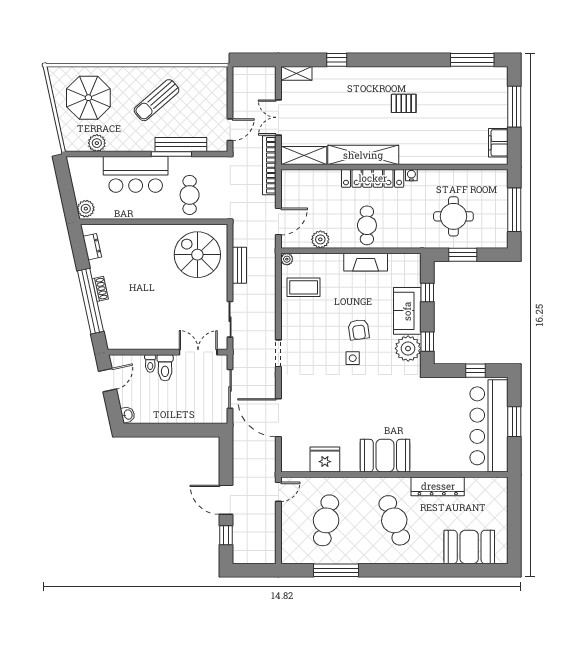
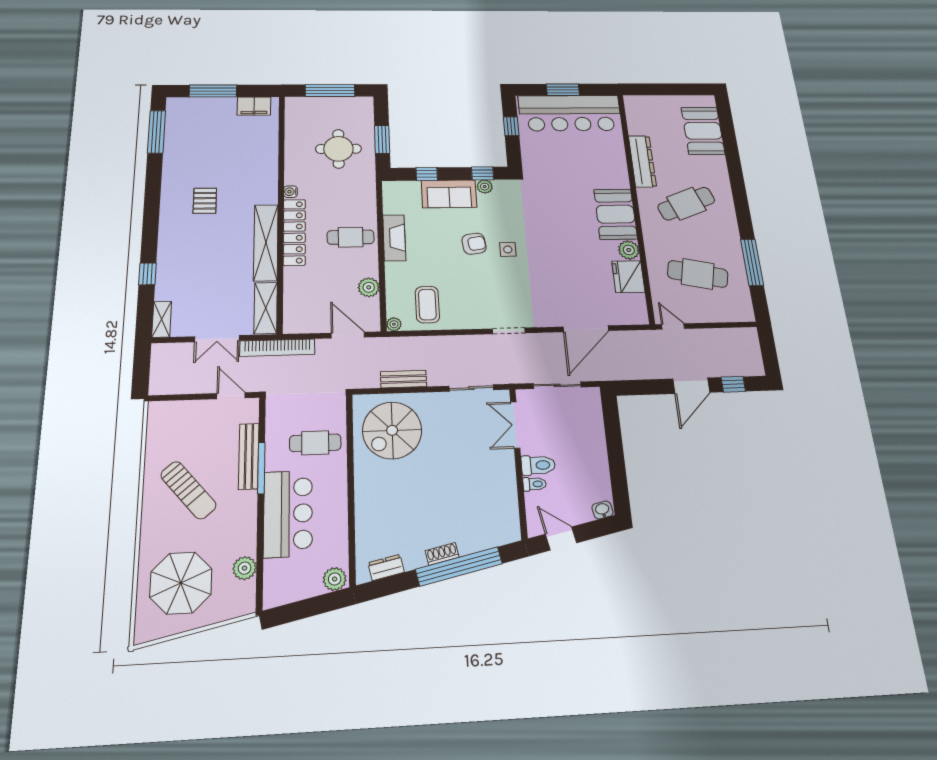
plant: (408, 348) -> (485, 187), width x0.53, depth x0.53
plant: (350, 463) -> (629, 250), added

